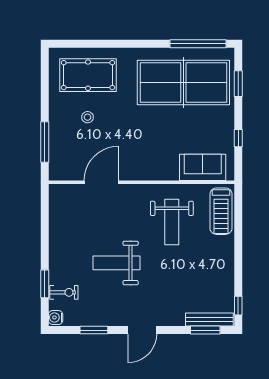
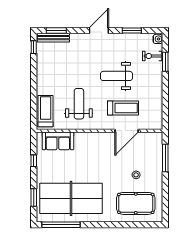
treadmill: (107, 216) -> (123, 108), added
weight bench: (116, 263) -> (116, 76), turned 180

